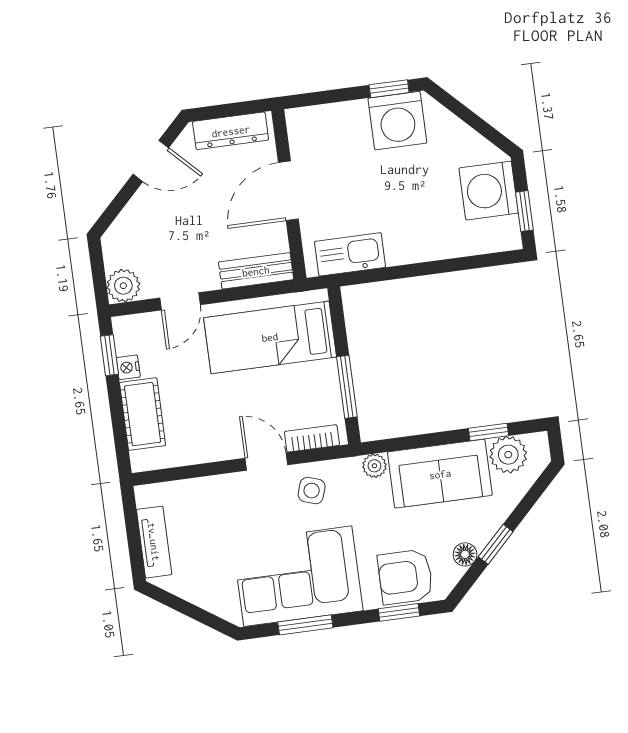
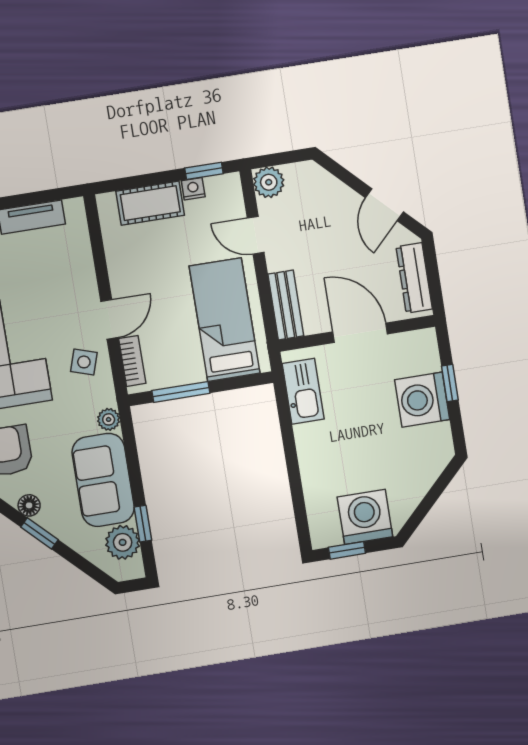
window: (389, 89) -> (450, 383), moved
washing machine: (397, 121) -> (422, 400), moved

